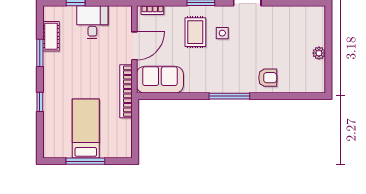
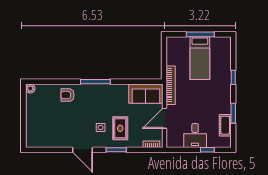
plant: (319, 53) -> (30, 89), moved

